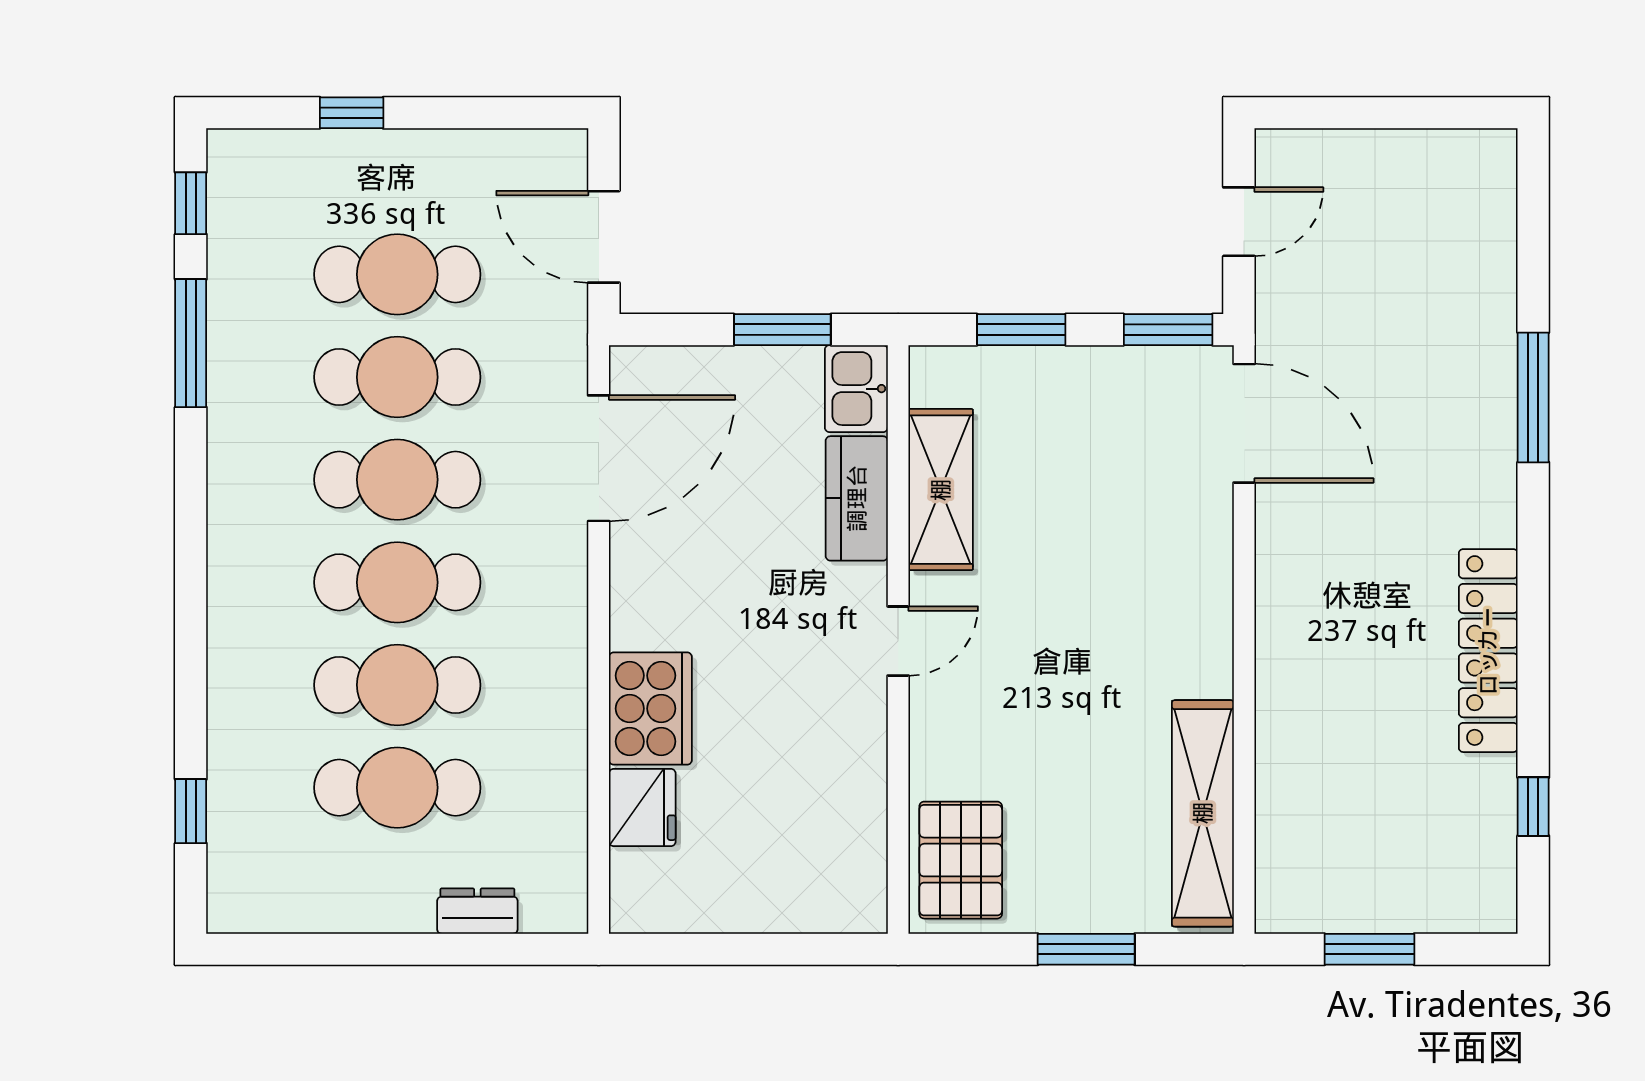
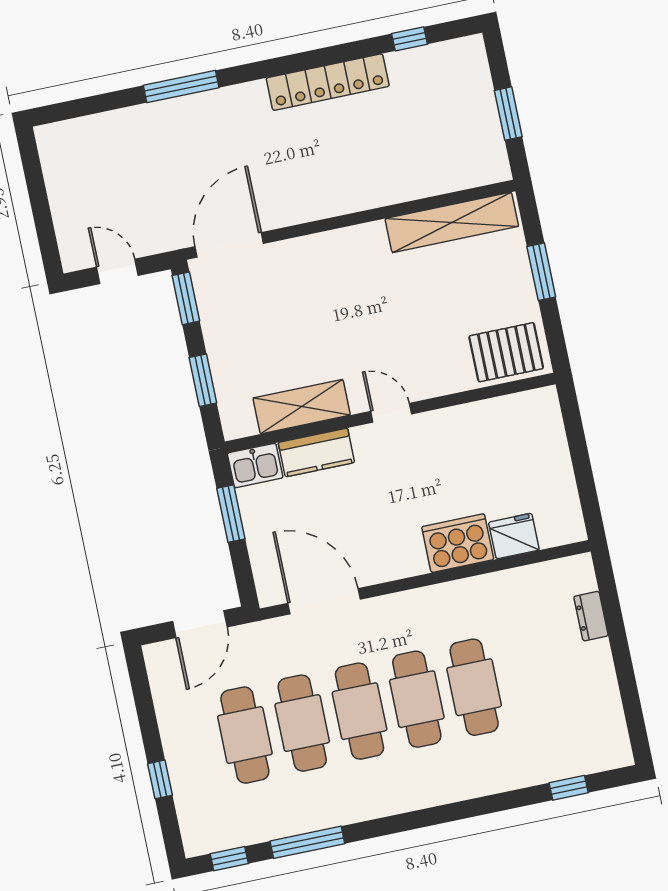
cafe table: (397, 788) -> (531, 675), removed

